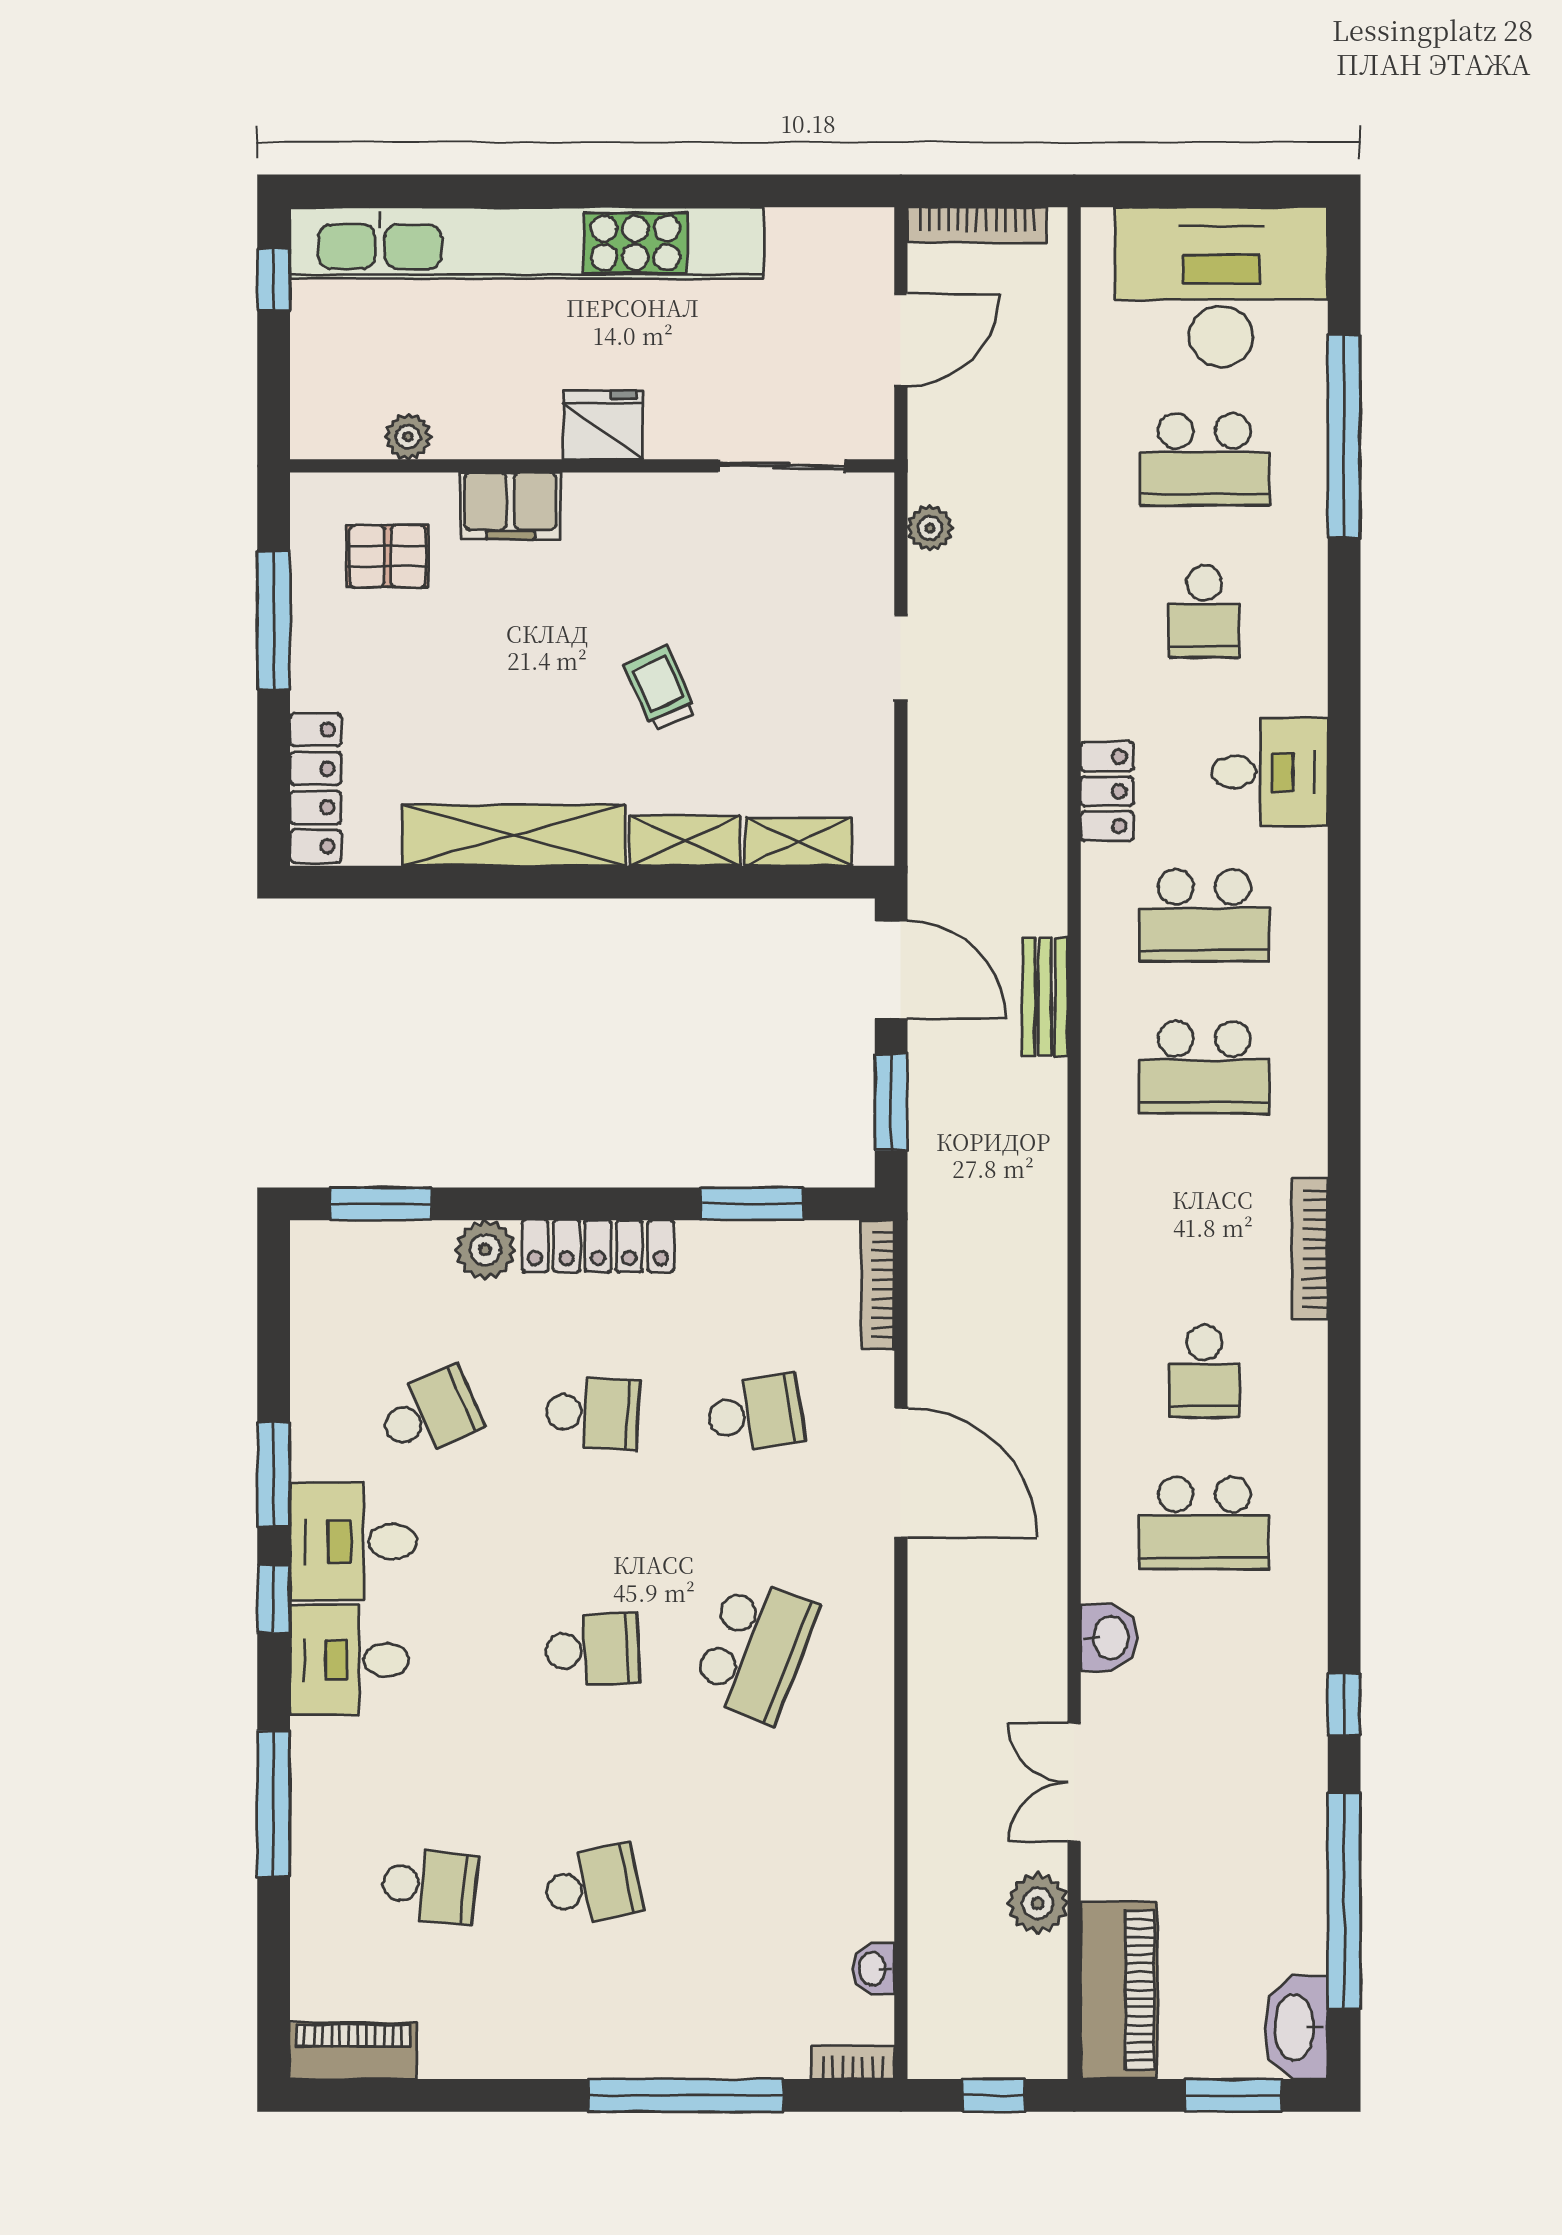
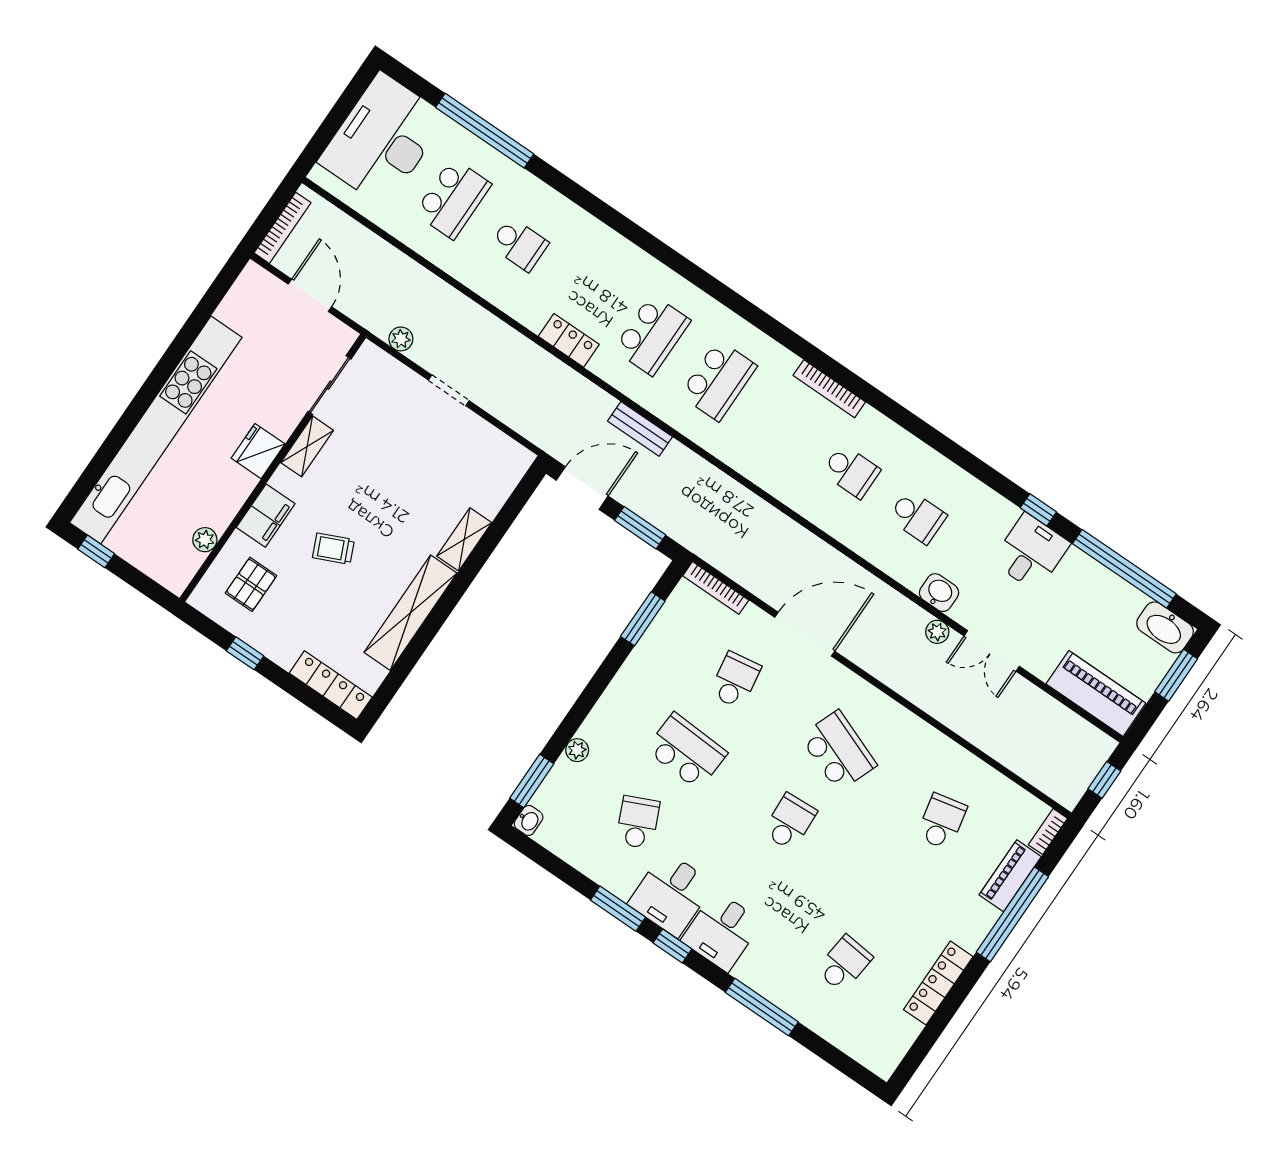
window: (274, 621) -> (245, 653), width x0.46
trolley: (660, 688) -> (333, 549), moved
desk: (1270, 772) -> (1031, 552), moved
shelving: (798, 842) -> (307, 446), moved
locker: (598, 1246) -> (938, 983), moved, turned 180
plant: (485, 1250) -> (577, 750), width x0.73, depth x0.73
school desk: (592, 1413) -> (686, 751), width x1.85
school desk: (1204, 1523) -> (917, 517), width x0.54
school desk: (592, 1886) -> (942, 821), moved
plant: (1038, 1903) -> (937, 632), moved, width x0.73, depth x0.73
washbasin: (873, 1969) -> (529, 820), moved, turned -90
piano: (353, 2051) -> (1010, 876), moved

